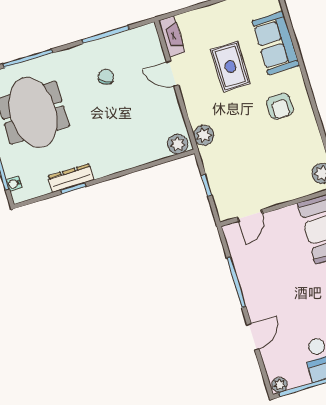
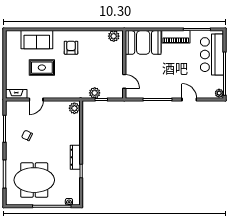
armchair: (280, 106) -> (71, 48), turned -90
plant: (204, 135) -> (95, 93), moved
dresser: (71, 178) -> (75, 157), moved

